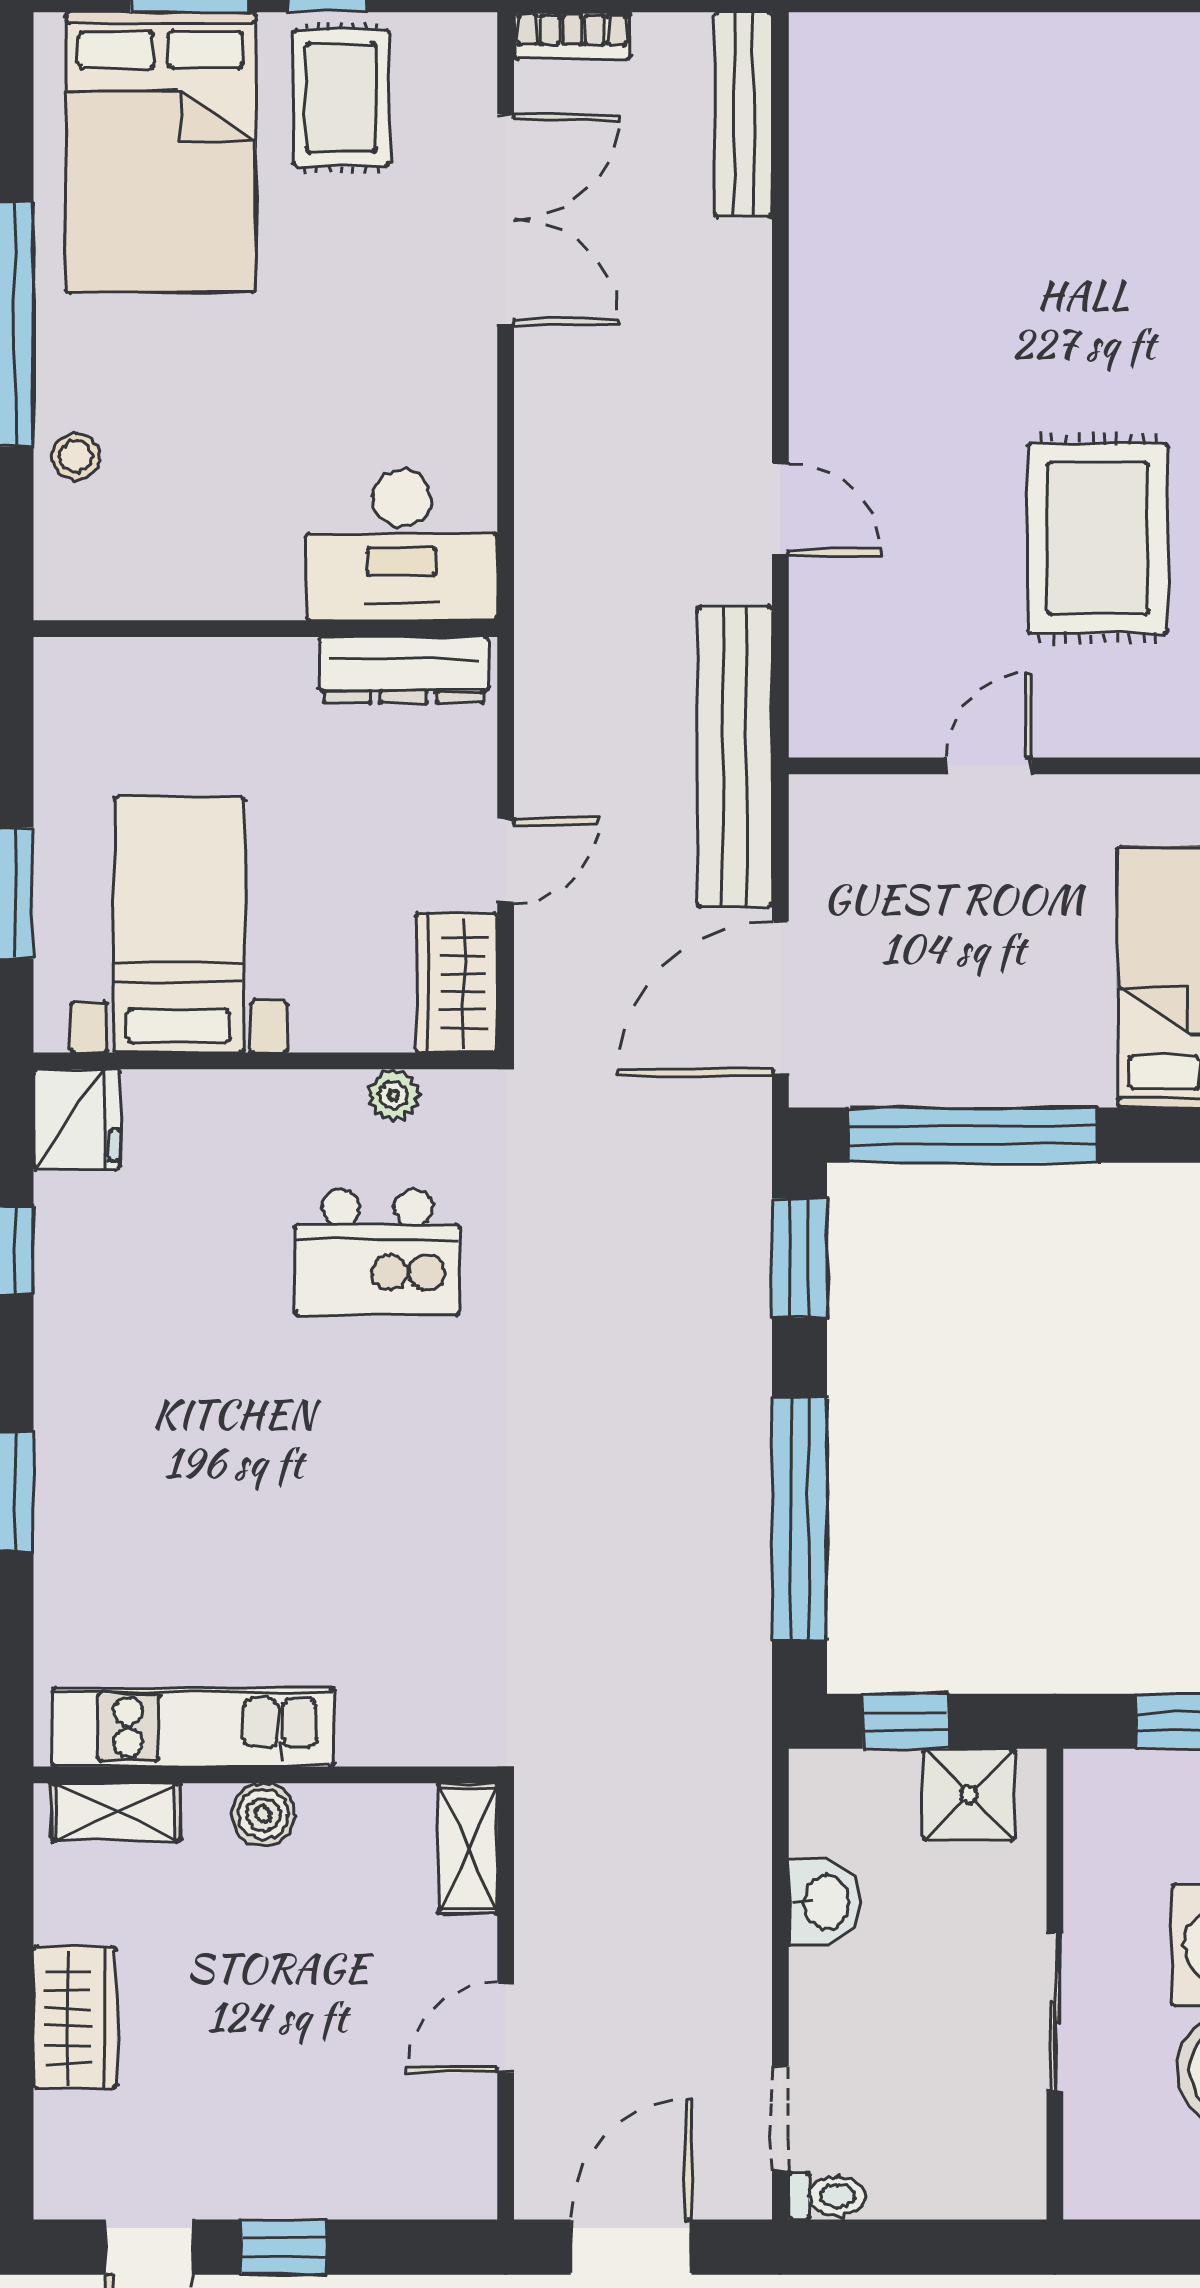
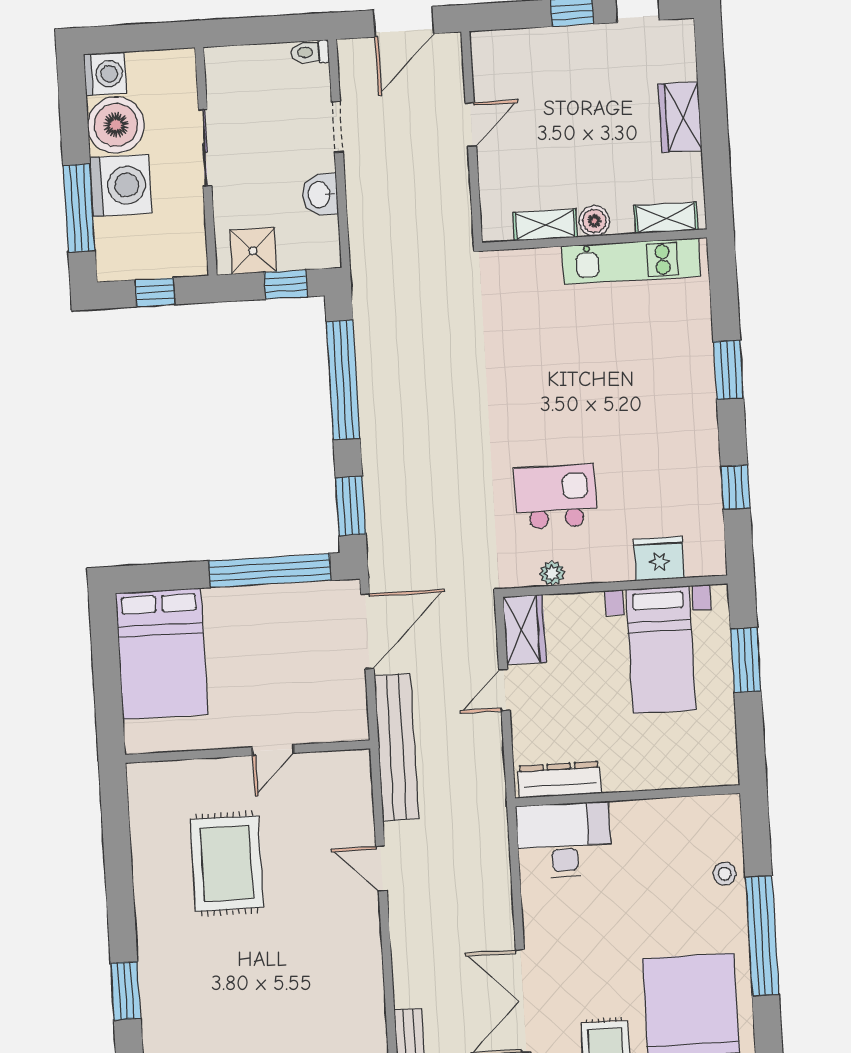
fridge: (77, 1119) -> (659, 559), moved, turned 90
shelving: (468, 1848) -> (545, 225), moved, turned 90
doorway: (780, 2119) -> (337, 127), moved

